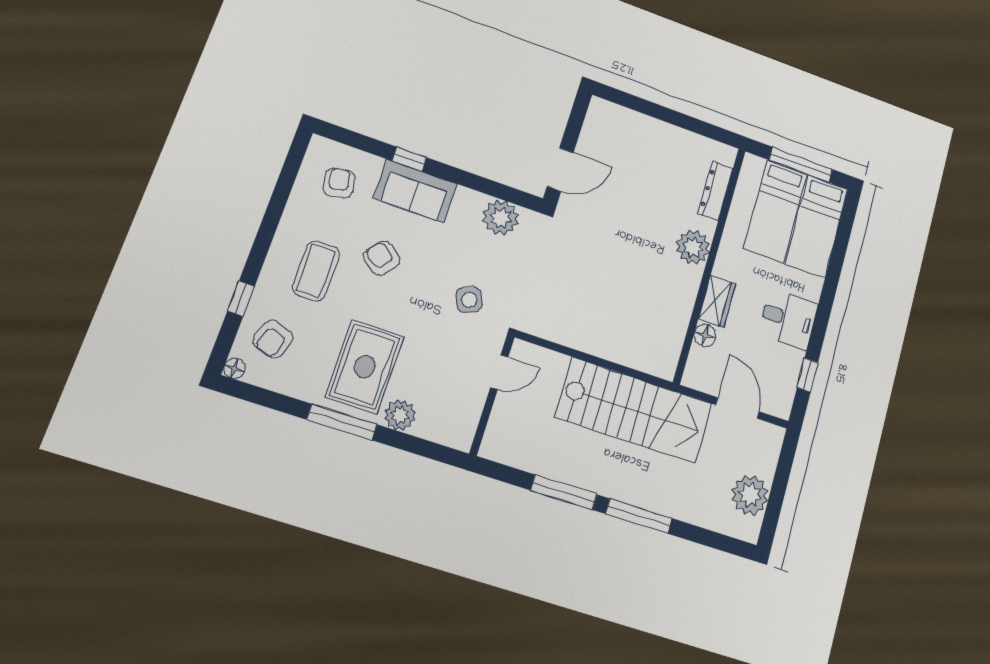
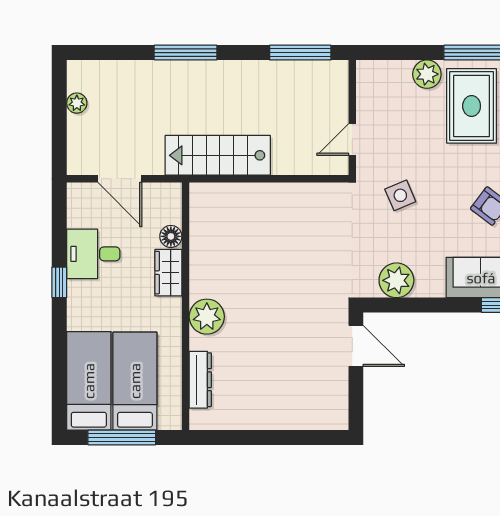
door: (560, 169) -> (356, 346), swing flipped
desk: (788, 319) -> (93, 254), moved
window: (808, 375) -> (59, 282), moved
stairs: (634, 410) -> (218, 155), width x0.73, depth x0.66
window: (564, 492) -> (300, 53), moved
plant: (750, 495) -> (77, 103), width x0.53, depth x0.53

